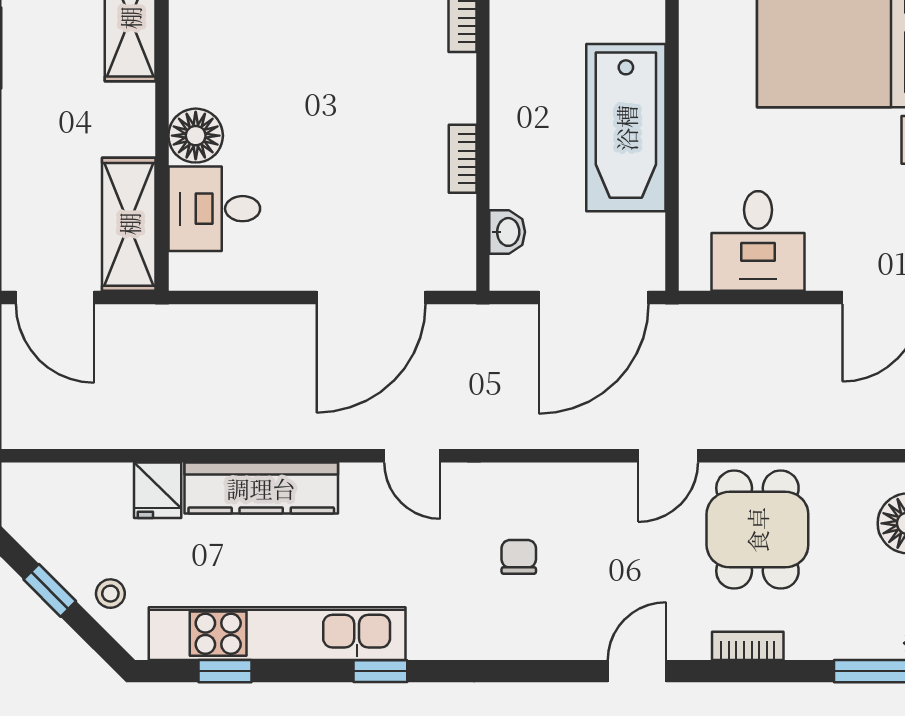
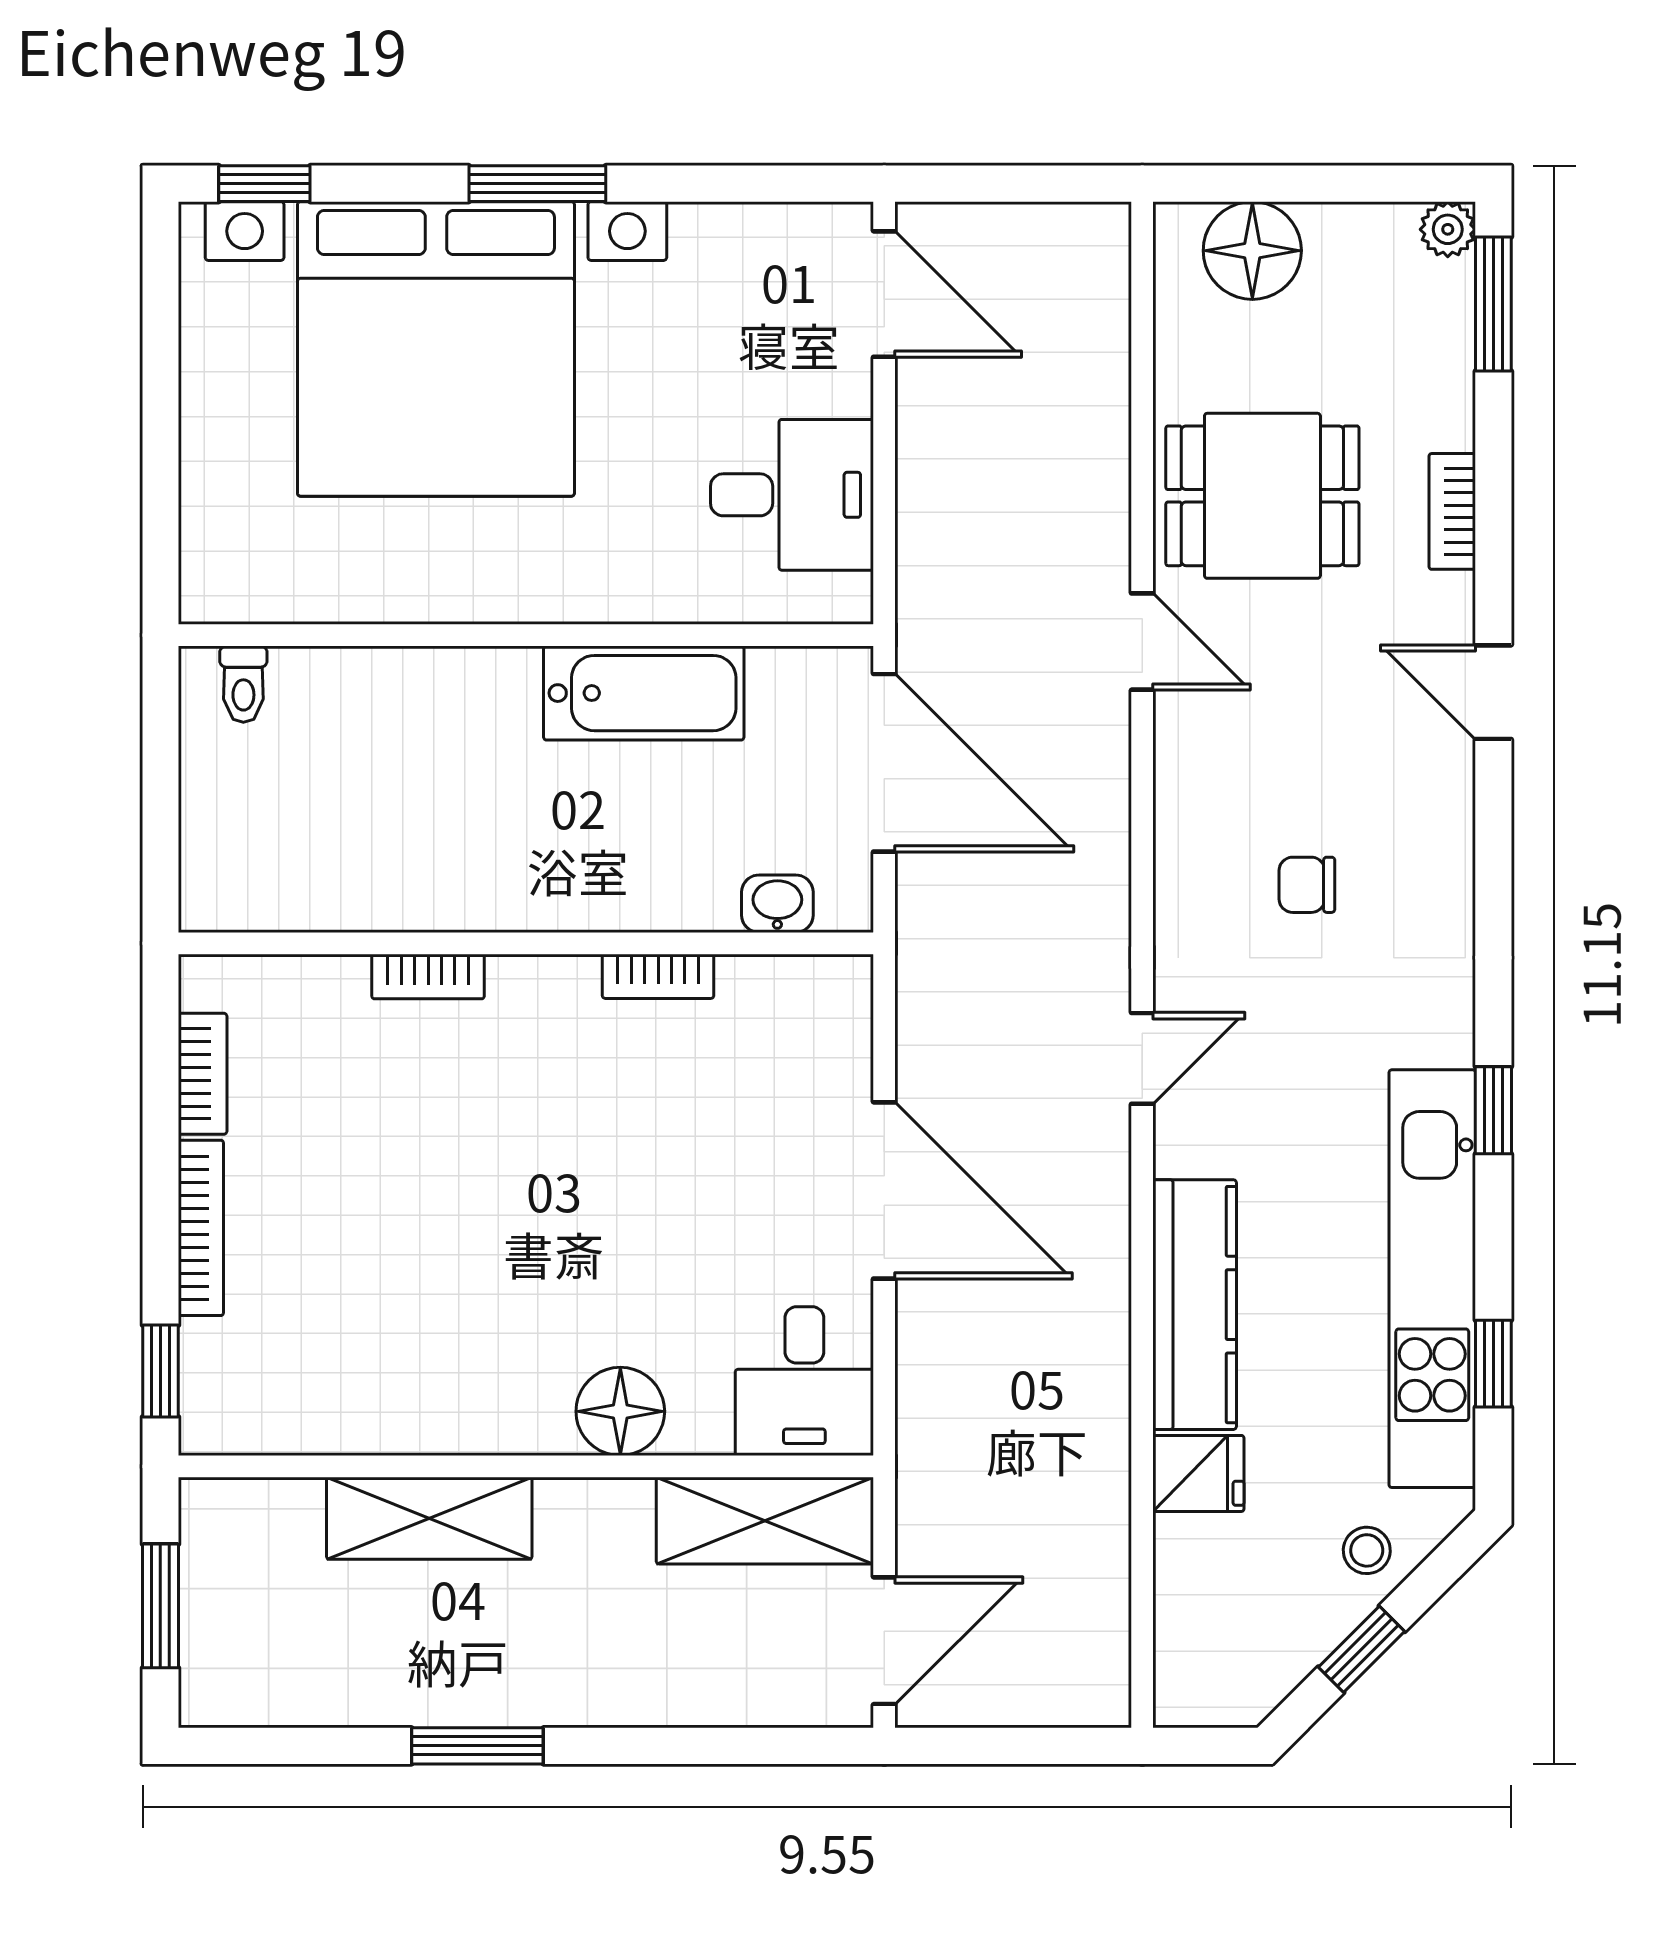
bathtub: (626, 128) -> (644, 693), width x0.73, depth x0.73
desk: (214, 209) -> (804, 1381), moved
door: (371, 298) -> (884, 1190), moved

